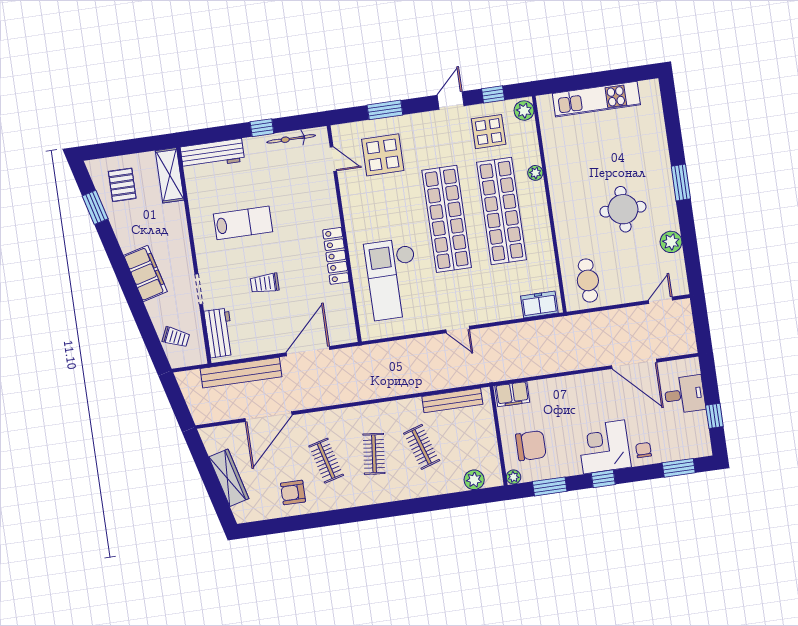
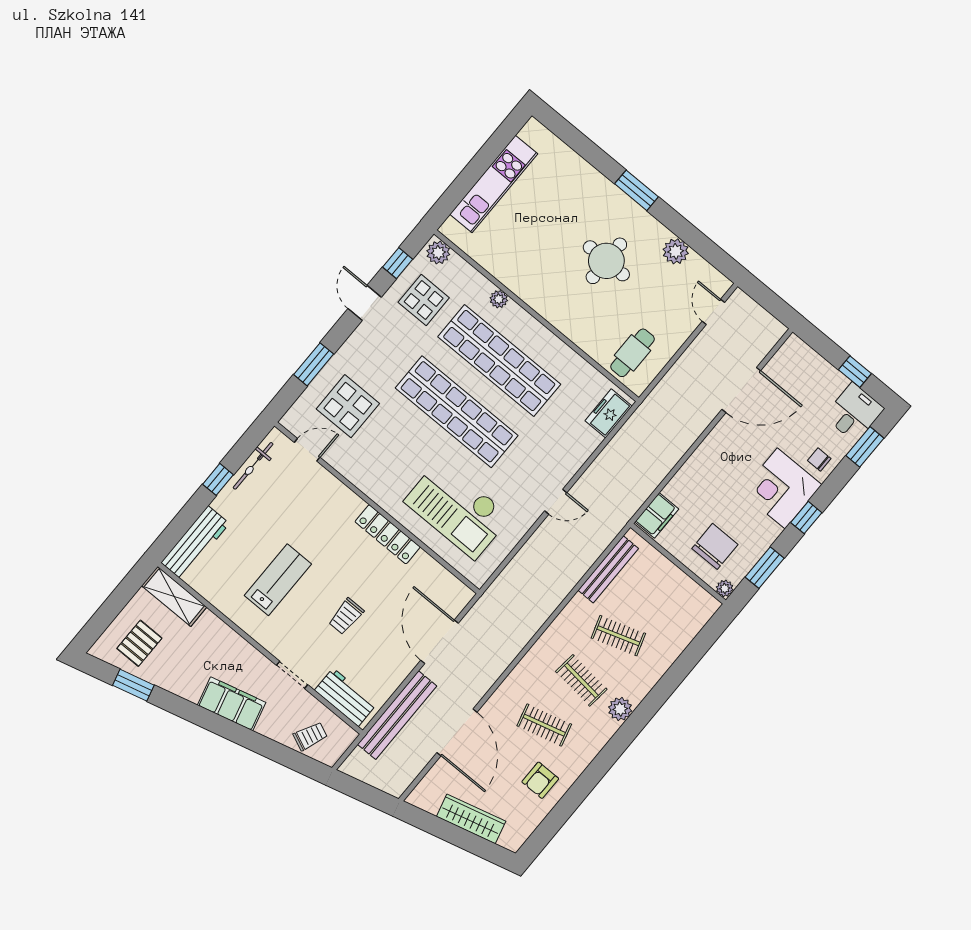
pallet: (122, 185) -> (139, 643), turned 90
cafe table: (588, 280) -> (632, 353), turned 90
desk: (685, 394) -> (854, 413), moved
plant: (474, 480) -> (620, 709), moved

